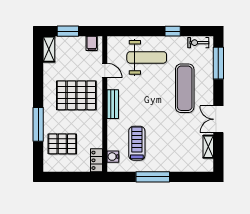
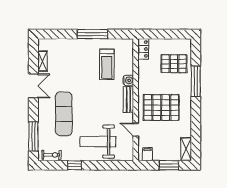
water cooler: (113, 157) -> (128, 80), moved

